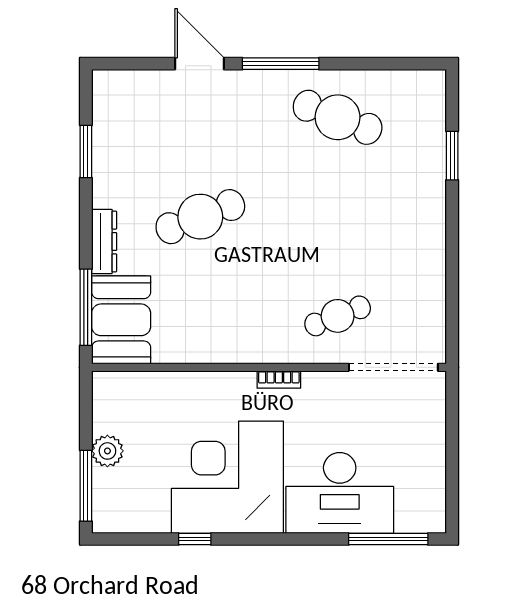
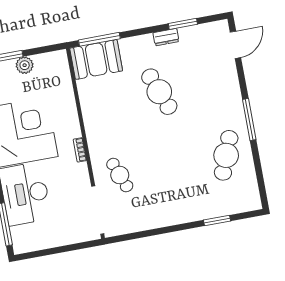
door: (199, 64) -> (235, 45), moved
dresser: (104, 241) -> (166, 37), moved, width x0.70

